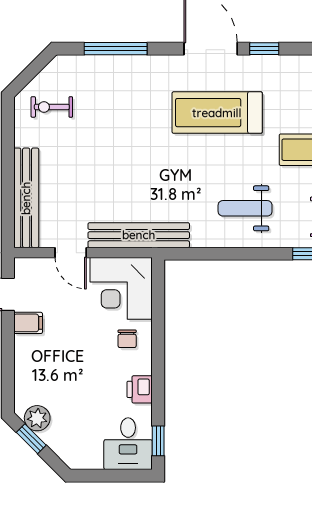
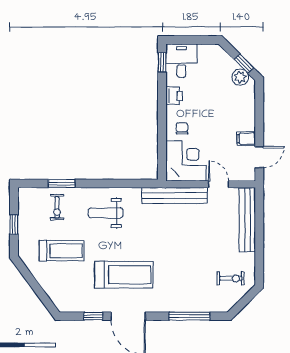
weight bench: (245, 208) -> (106, 213), turned 180

